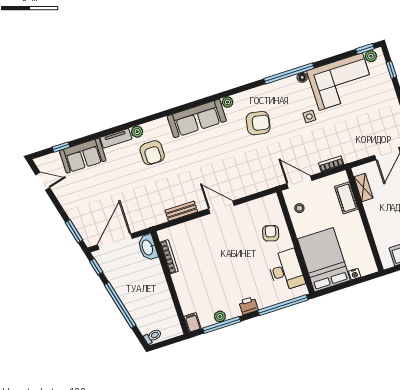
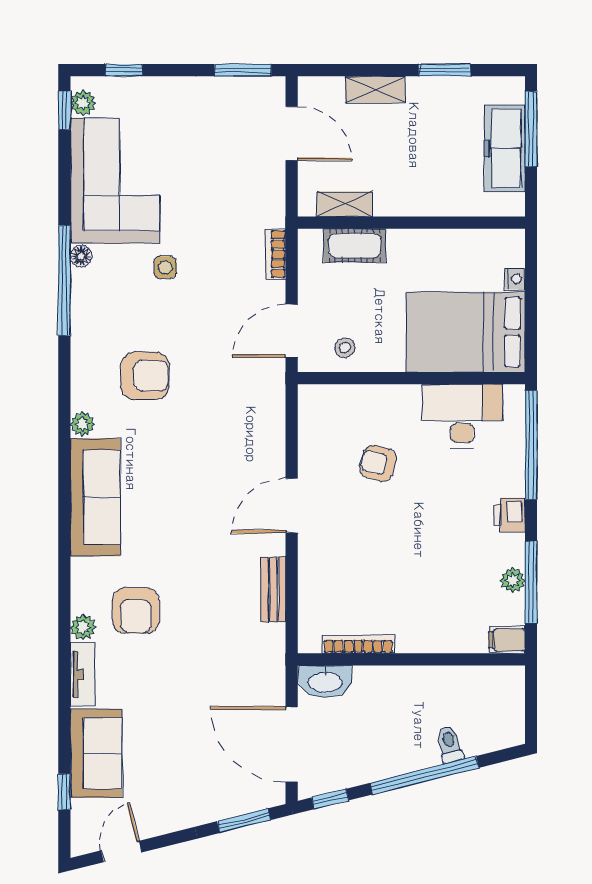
armchair: (258, 123) -> (145, 376), turned 80
armchair: (152, 153) -> (136, 610), turned 90
armchair: (271, 233) -> (378, 463), moved
toilet: (153, 336) -> (450, 744), moved

